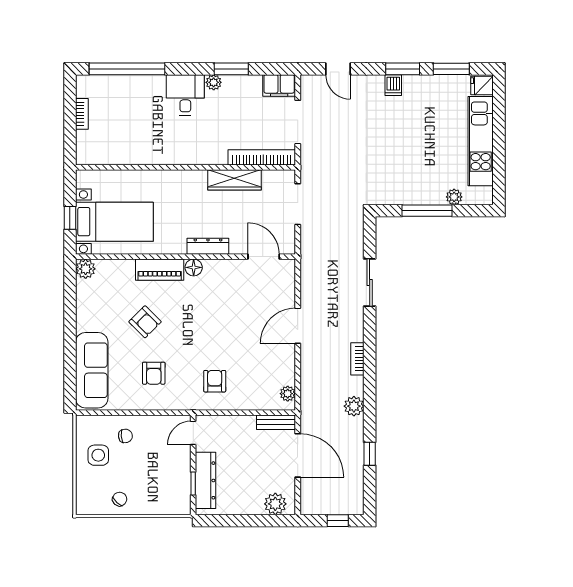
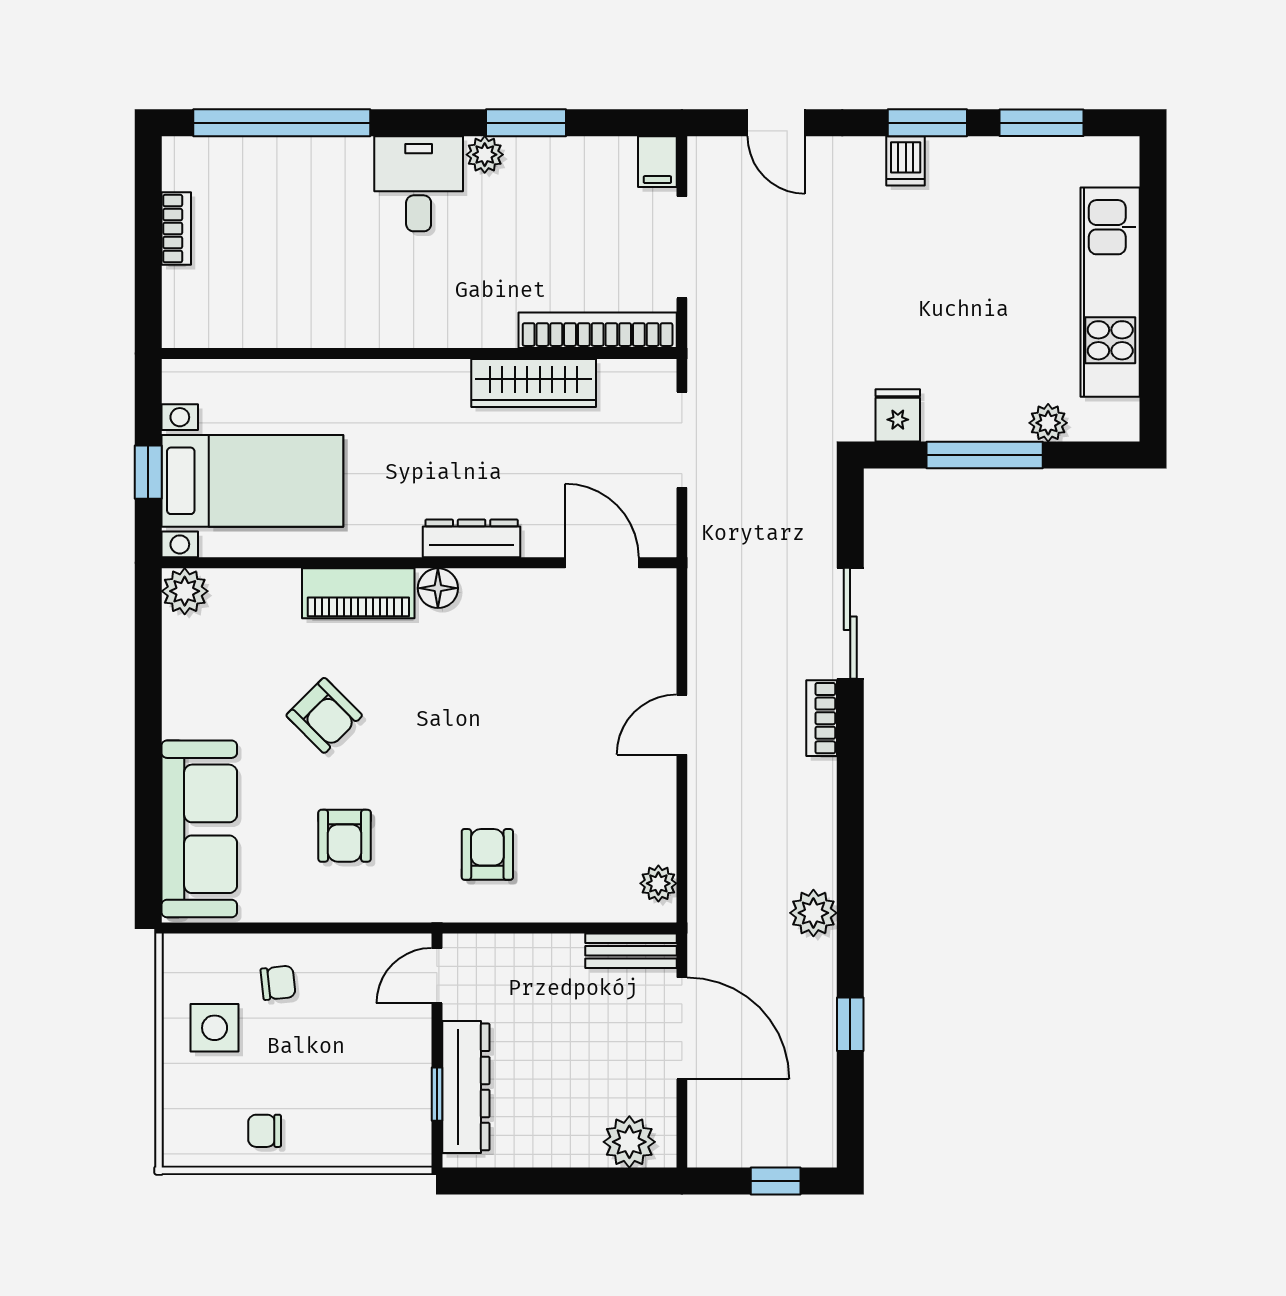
filing cabinet: (279, 85) -> (657, 162), width x0.50
fridge: (482, 85) -> (898, 415), moved, turned 90
door: (298, 326) -> (682, 725), width x0.73
bookcase: (357, 359) -> (822, 718), moved
chair: (120, 499) -> (265, 1131), turned -132

